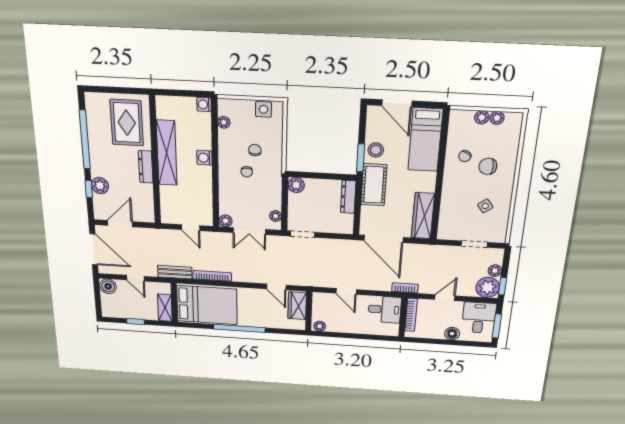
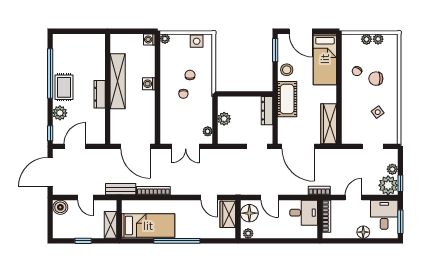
plant: (224, 122) -> (165, 39), moved
rug: (127, 123) -> (64, 87), moved, width x0.73, depth x0.70
window: (361, 158) -> (275, 50), moved
plant: (296, 185) -> (224, 119), moved
window: (89, 189) -> (50, 133), moved
plant: (225, 221) -> (165, 138), removed
door: (191, 228) -> (136, 146), width x1.87
doorway: (303, 234) -> (257, 146), moved
door: (94, 249) -> (50, 172), swing flipped
bed: (207, 305) -> (148, 226), width x0.67
floor lamp: (322, 306) -> (249, 213), added

